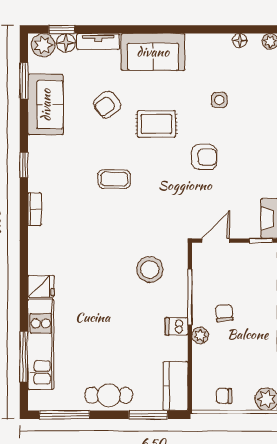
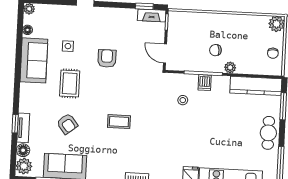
window: (62, 29) -> (15, 124), moved
sofa: (153, 52) -> (34, 60), moved
rug: (156, 124) -> (70, 83), moved
coffee table: (114, 179) -> (119, 122), turned 90
stool: (150, 269) -> (183, 100), width x0.53, depth x0.53
dishwasher: (177, 326) -> (205, 83), moved
kitchen counter: (176, 386) -> (256, 86), width x1.50

